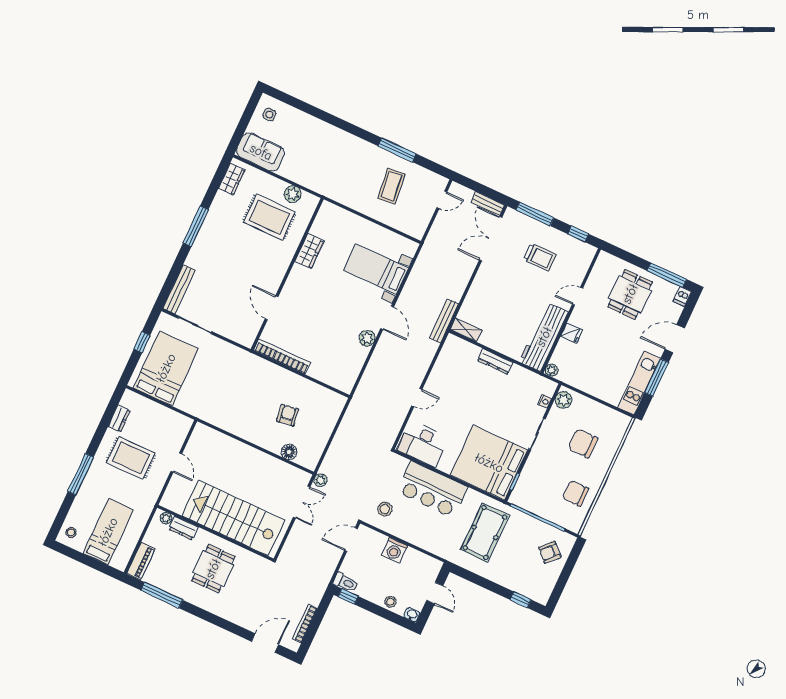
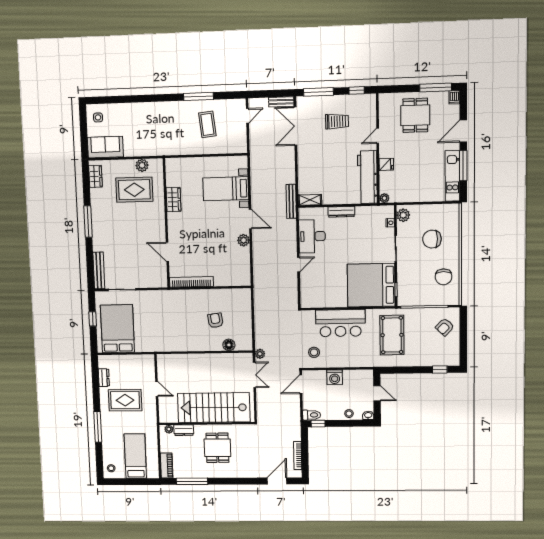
desk: (423, 444) -> (312, 236), moved, turned 90
chair: (576, 493) -> (444, 277), turned -90

